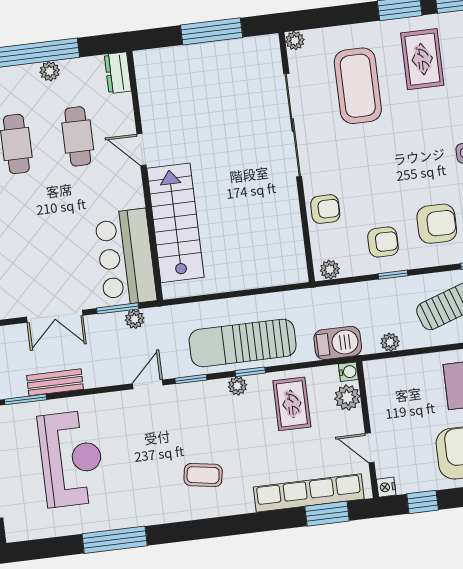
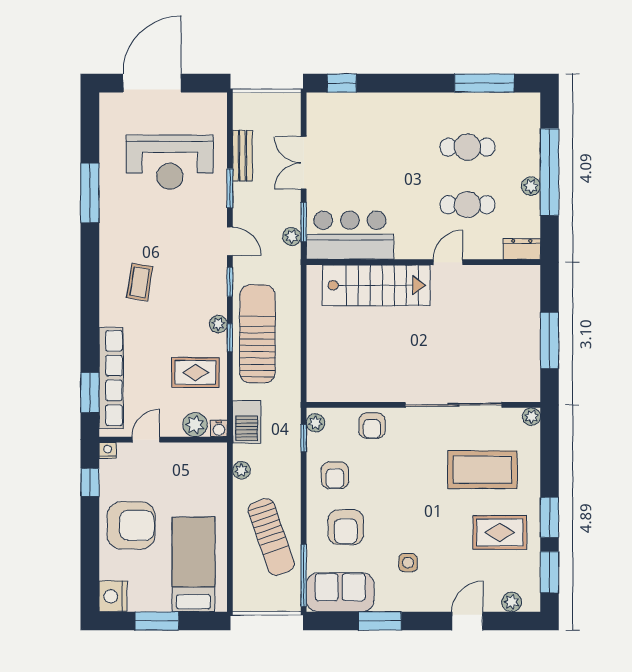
window: (393, 275) -> (304, 438), moved
window: (25, 399) -> (230, 188), moved

